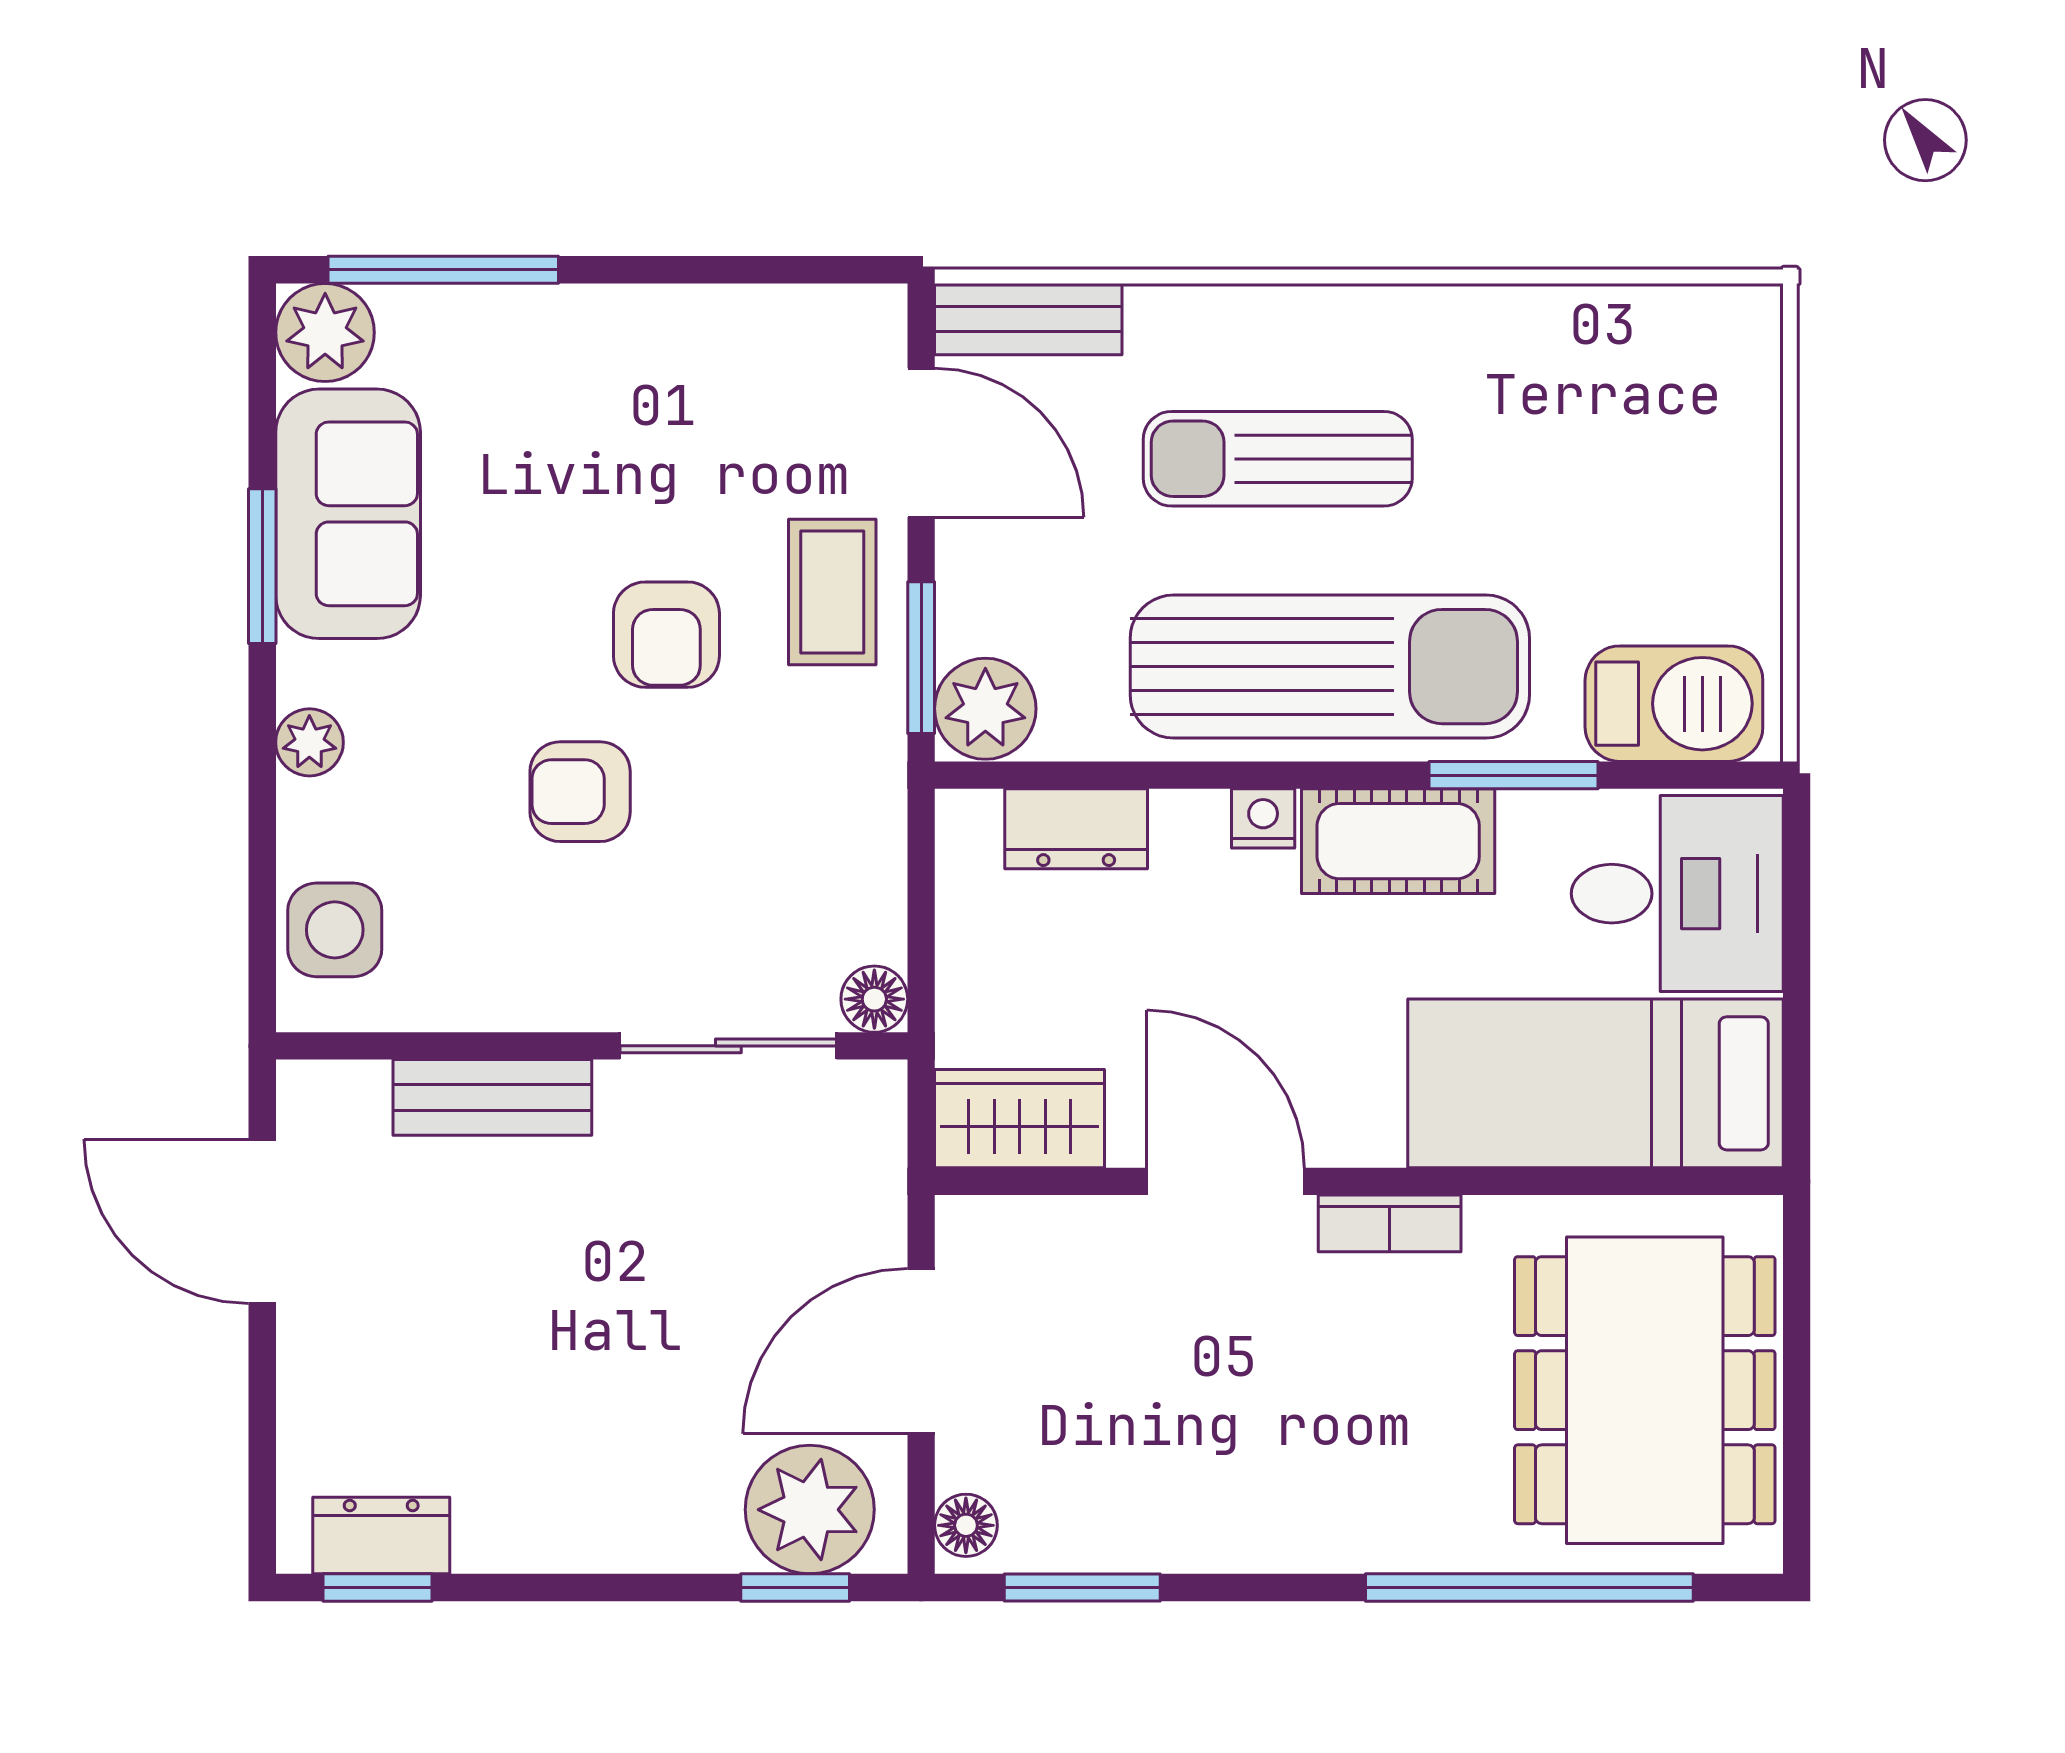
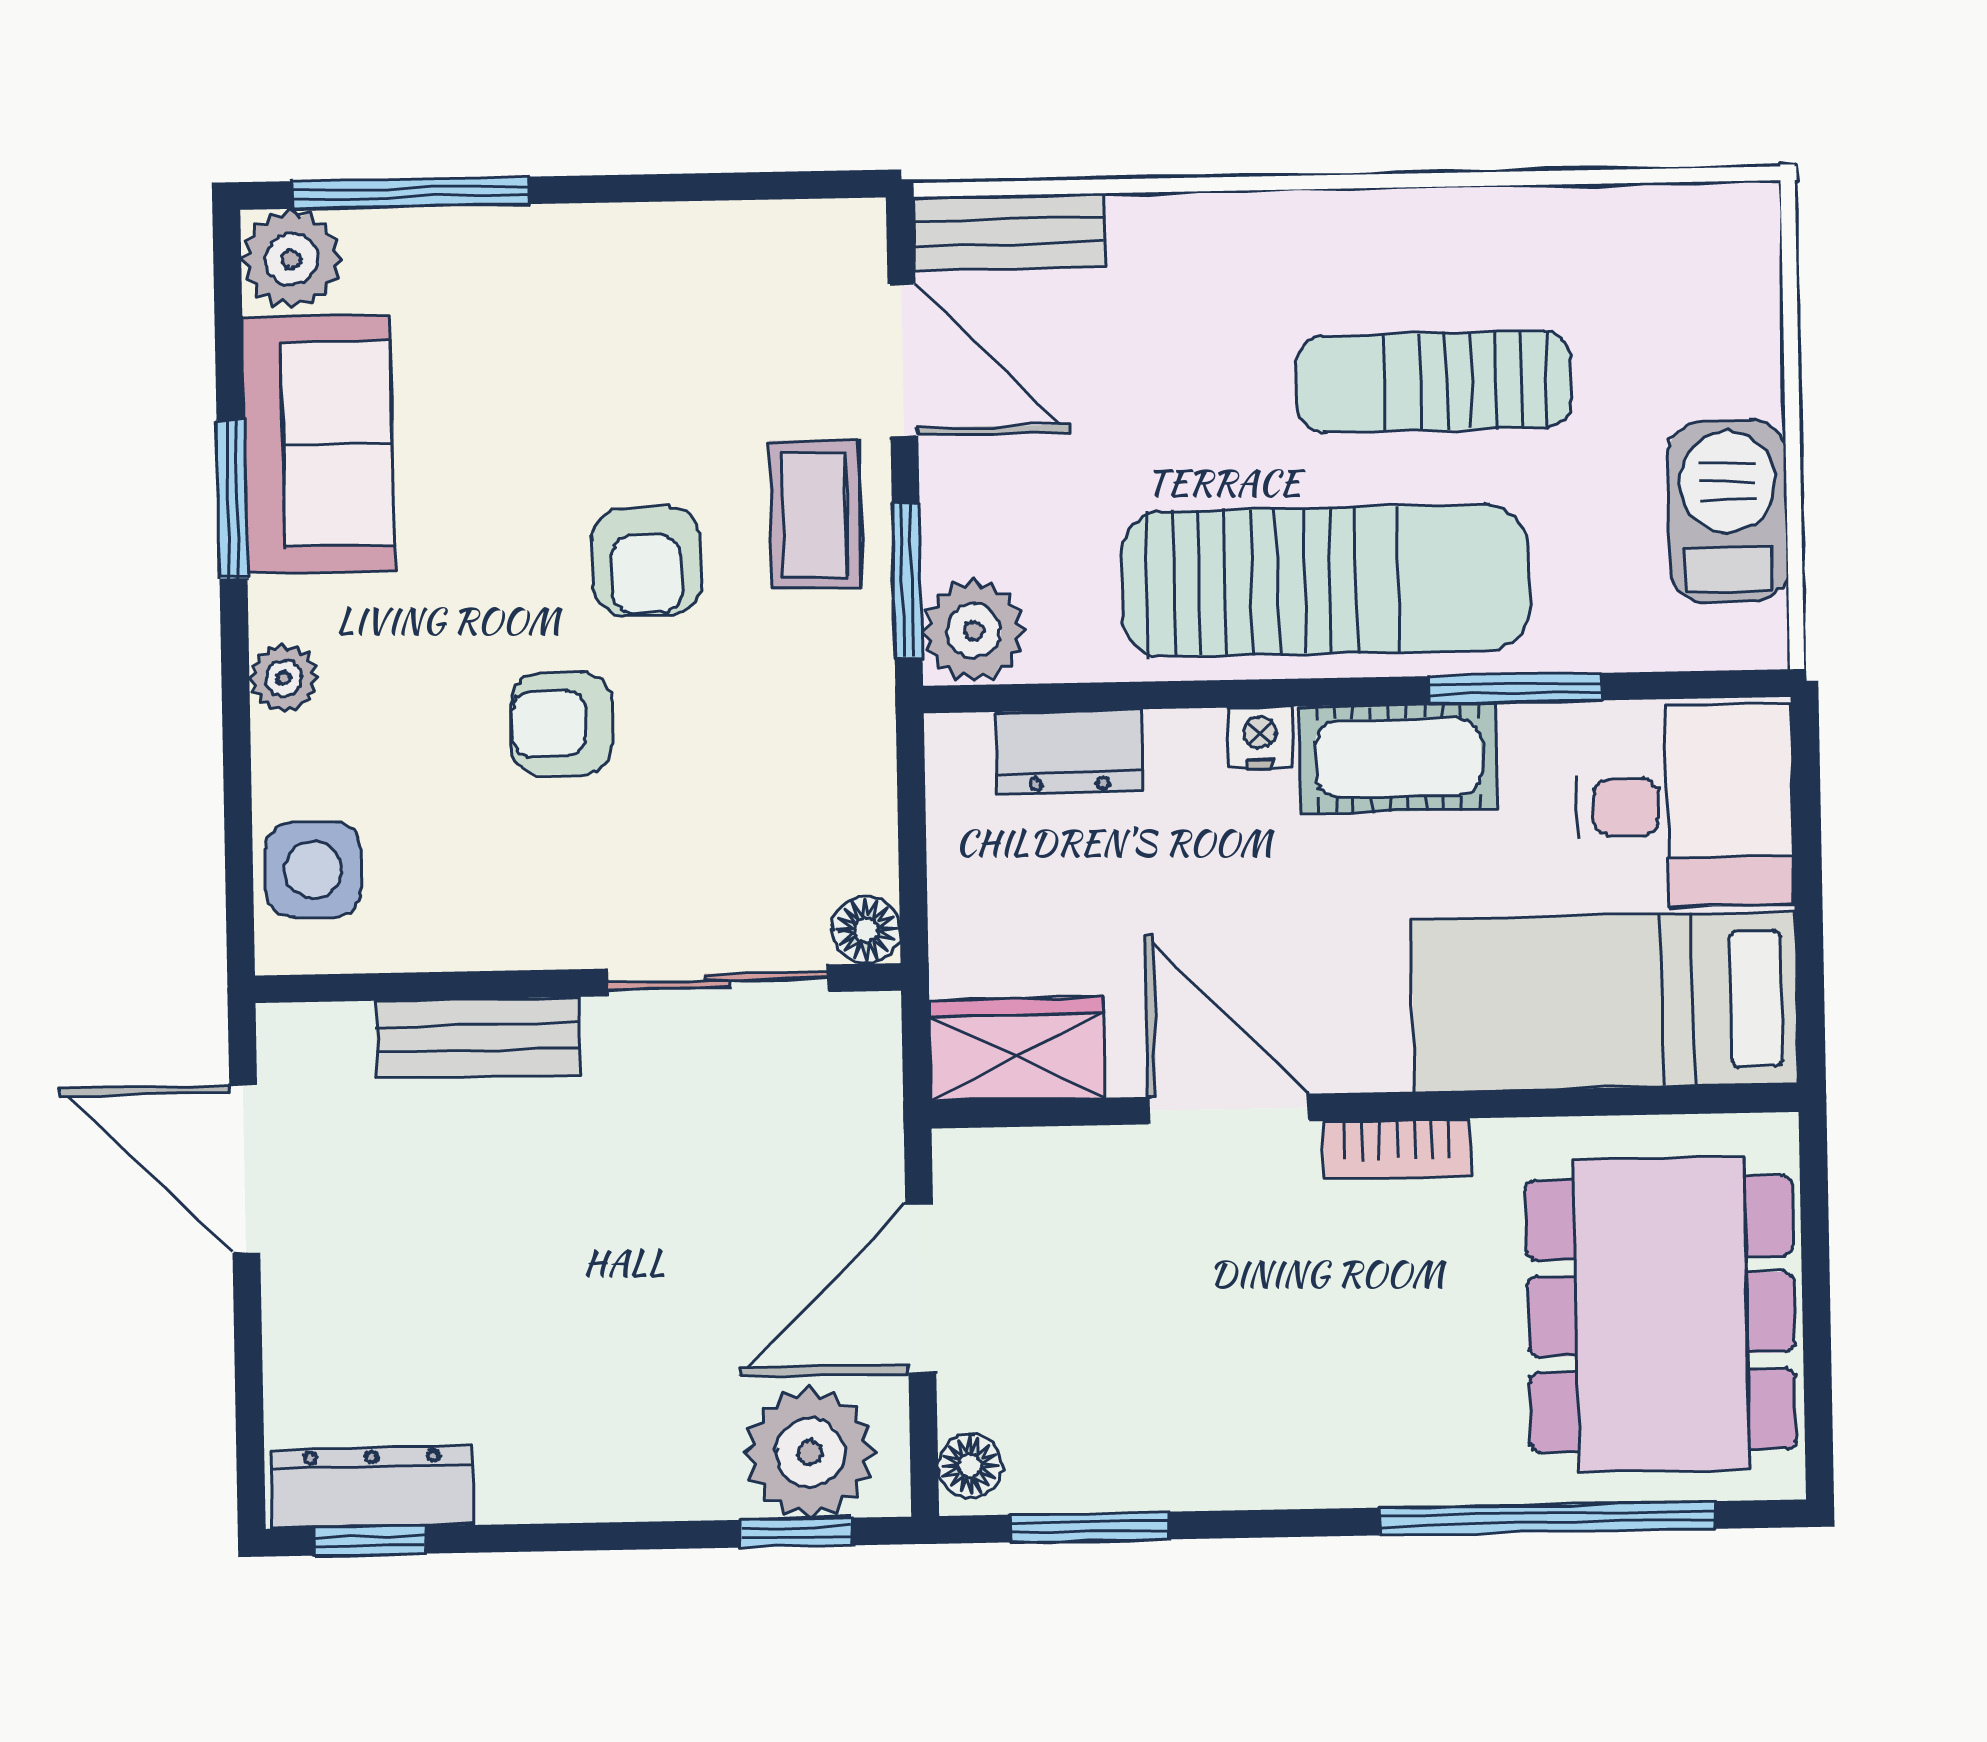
sun lounger: (1278, 459) -> (1434, 382), moved
barbecue: (1674, 704) -> (1728, 511), moved, turned -90
dresser: (381, 1536) -> (373, 1488), width x1.44

